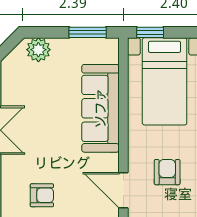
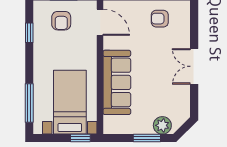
window: (88, 32) -> (147, 138), moved
armchair: (167, 172) -> (61, 21), moved

